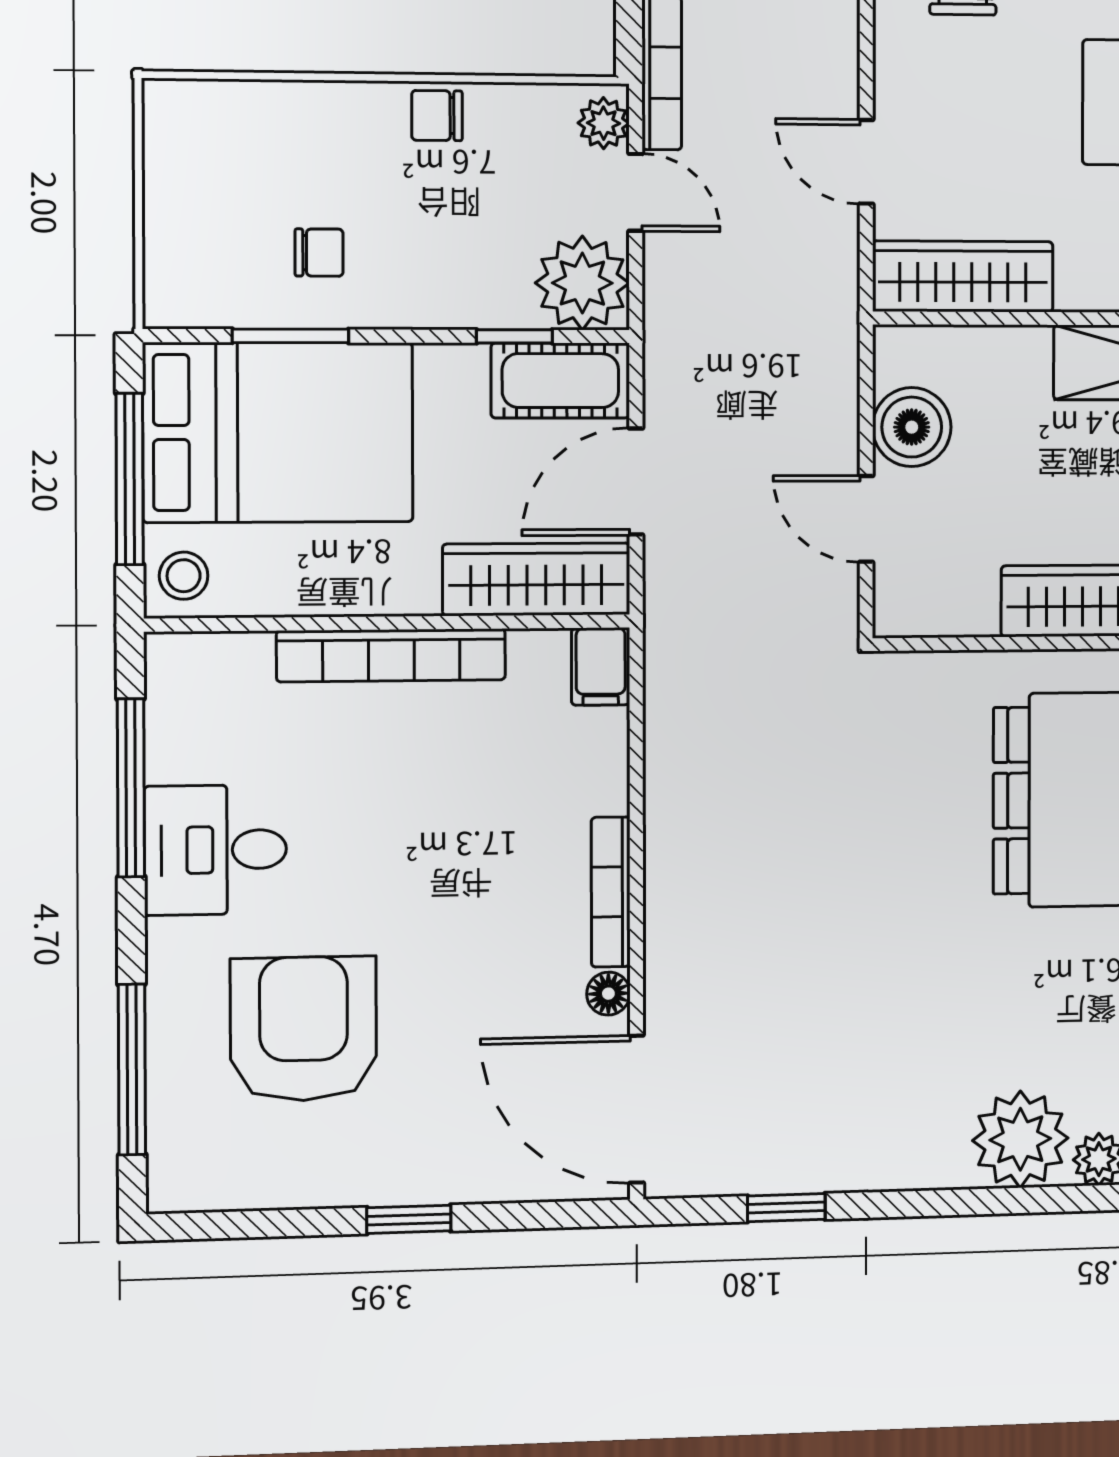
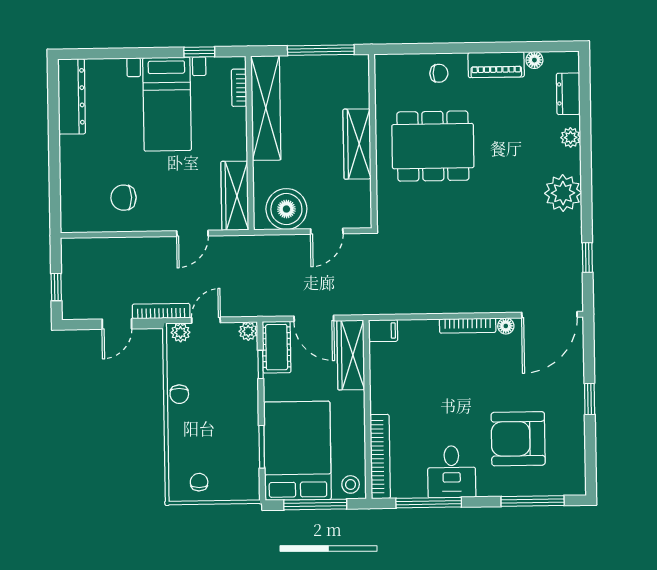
chair: (319, 253) -> (199, 482), moved
plant: (582, 283) -> (248, 331), width x0.53, depth x0.53
boiler: (912, 427) -> (286, 209), width x1.37, depth x1.37
bookcase: (391, 655) -> (380, 457), moved
plant: (1020, 1139) -> (563, 193), moved

